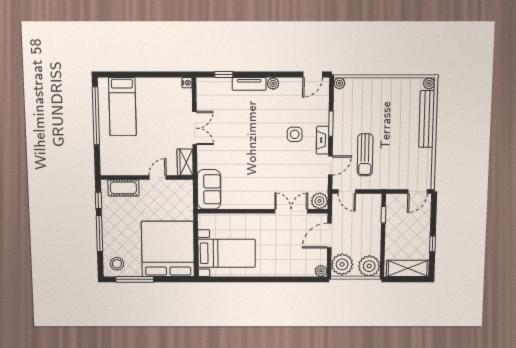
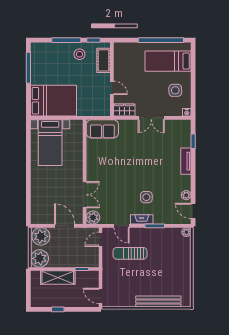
plant: (429, 83) -> (186, 302), removed
plant: (273, 84) -> (186, 195), moved
side table: (159, 98) -> (175, 90), added
bed: (168, 249) -> (54, 101), width x0.73
stool: (117, 264) -> (79, 54), moved
shelving: (408, 268) -> (58, 278), moved, turned 90
plant: (321, 271) -> (35, 219), removed

